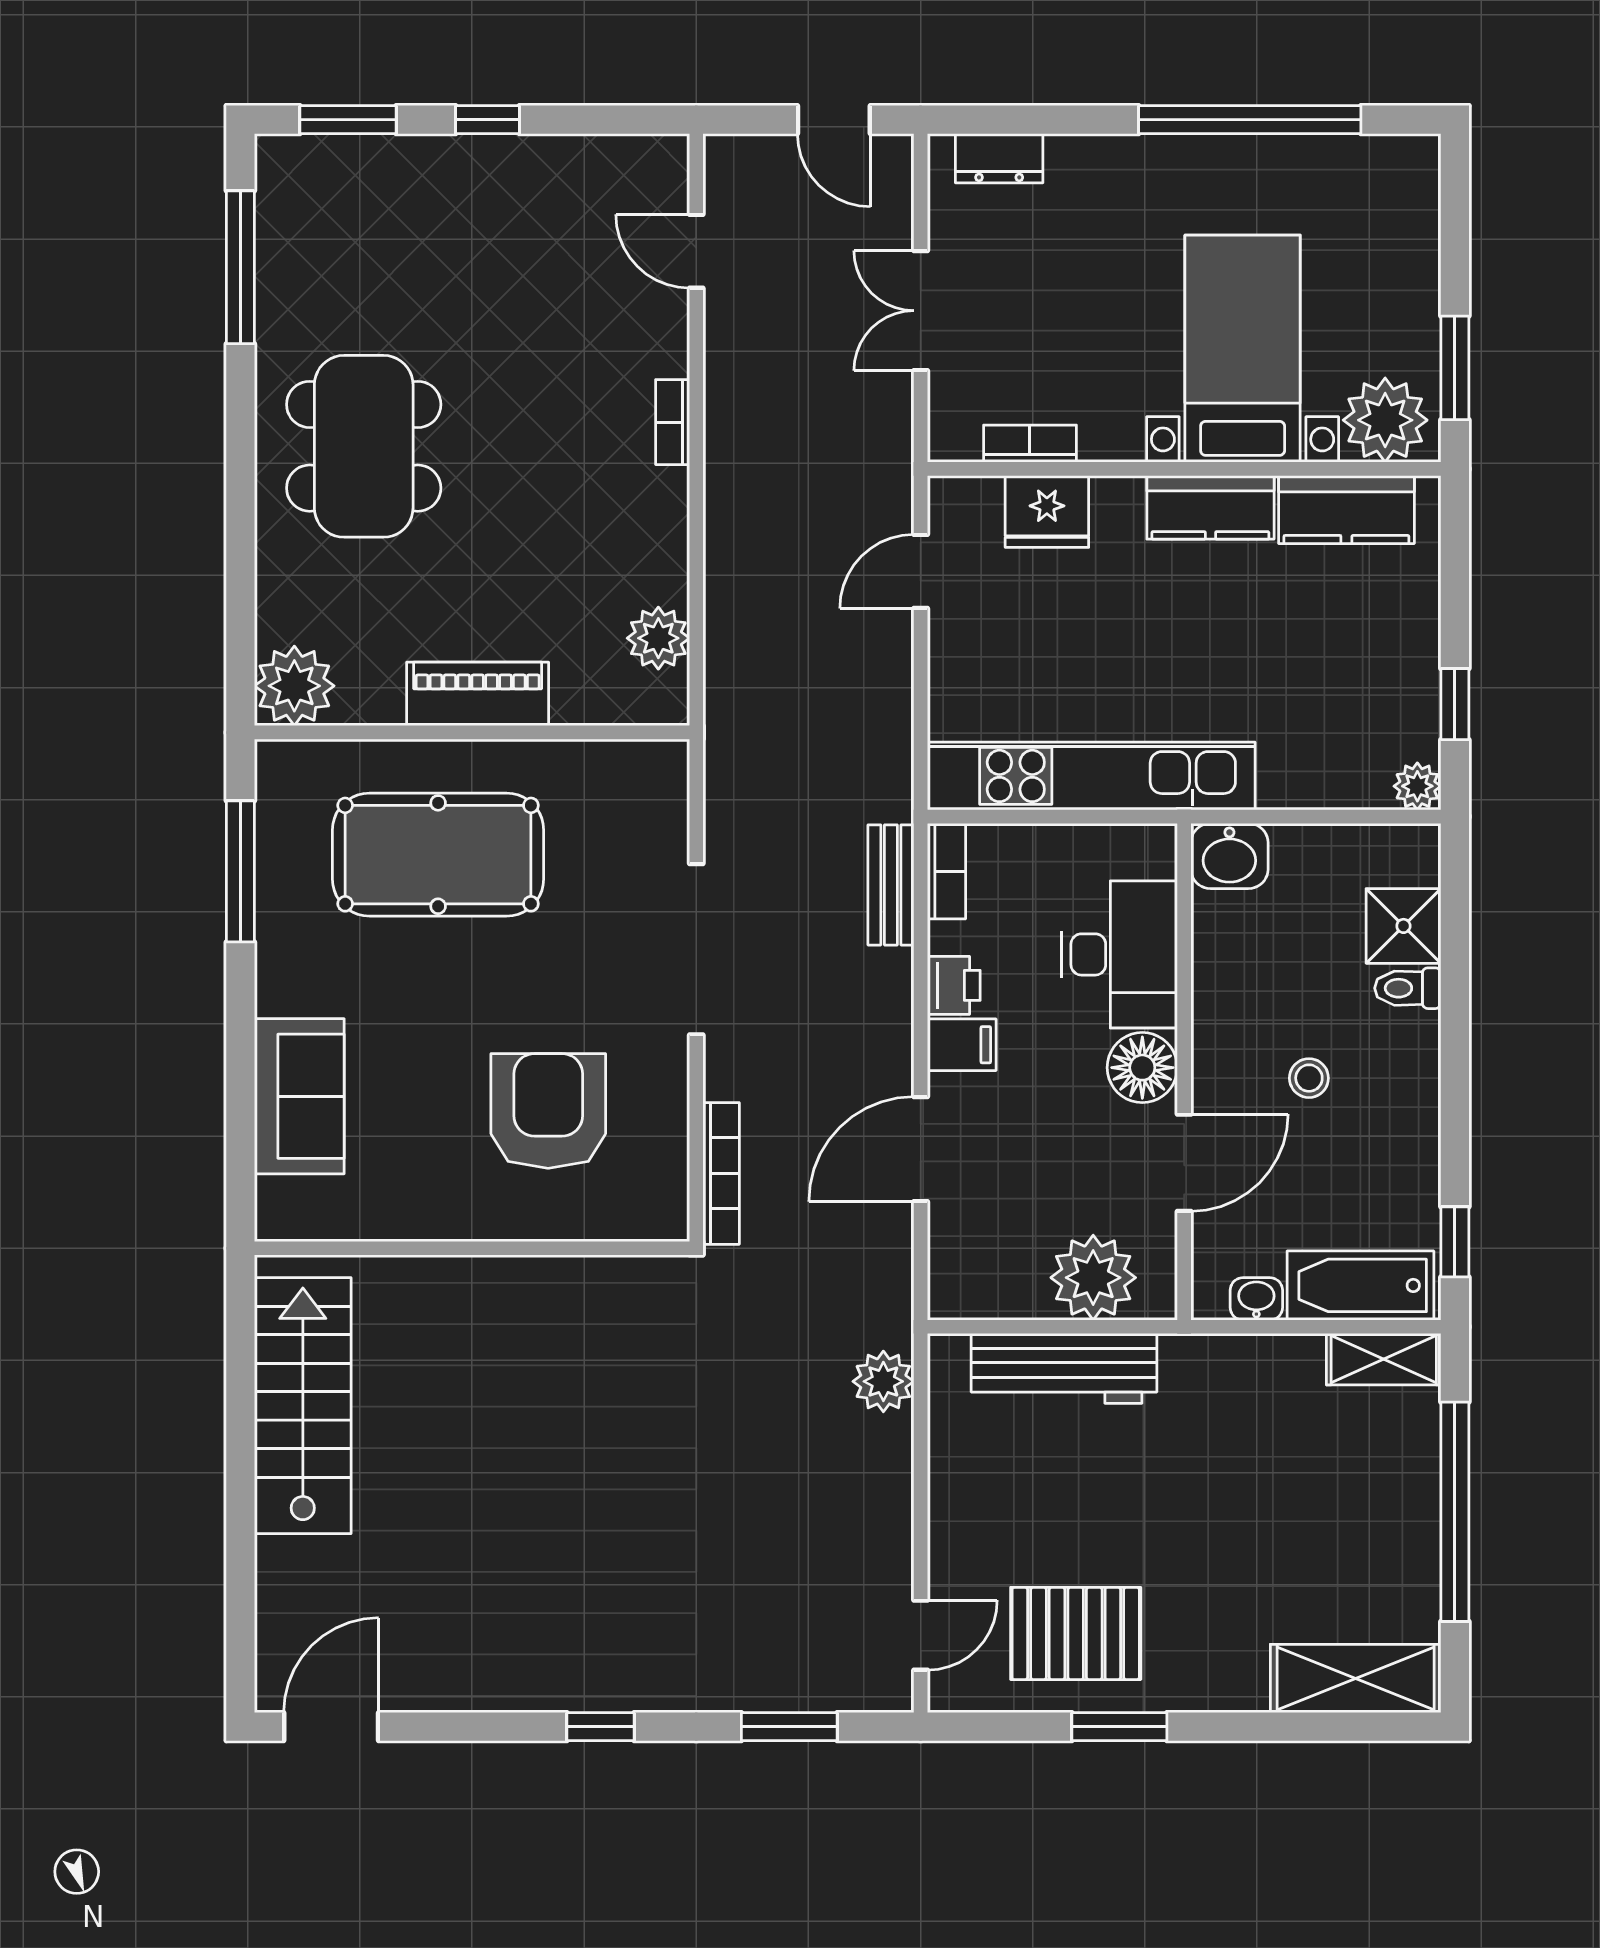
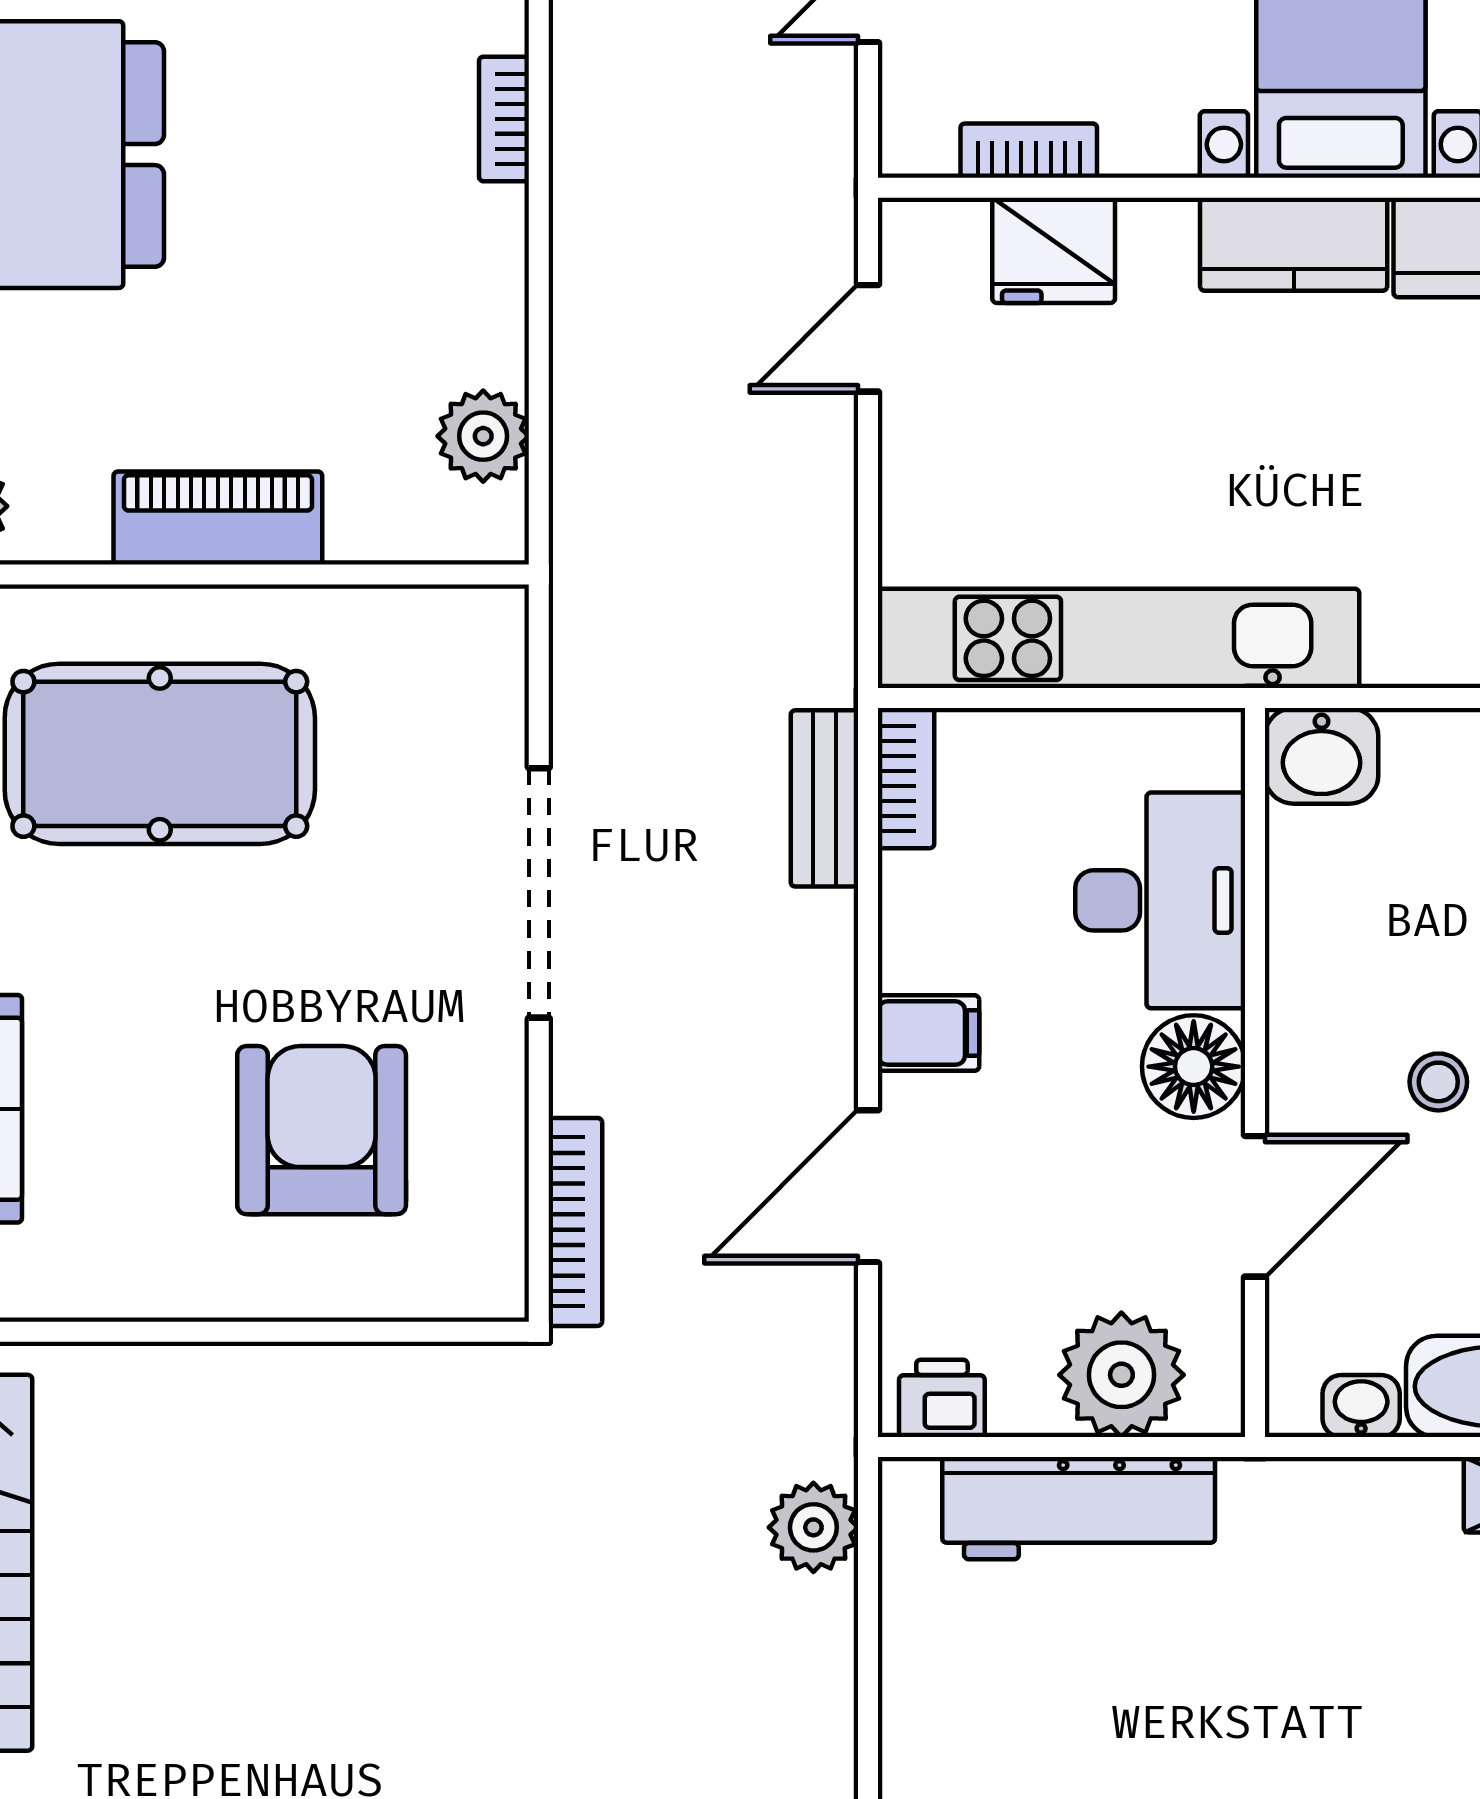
printer: (954, 985) -> (942, 1398), moved, turned -90

